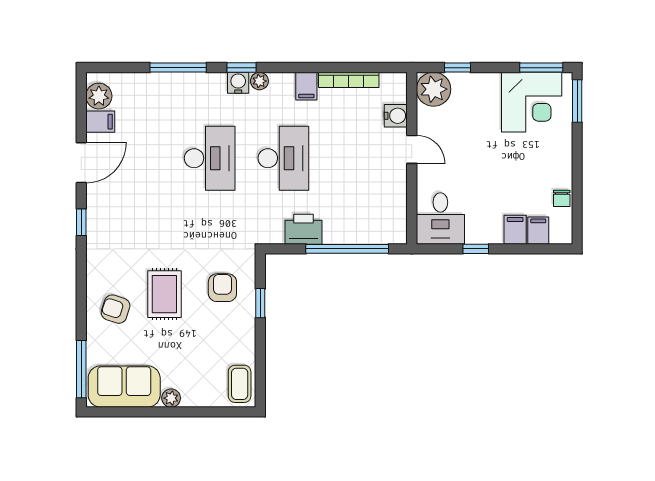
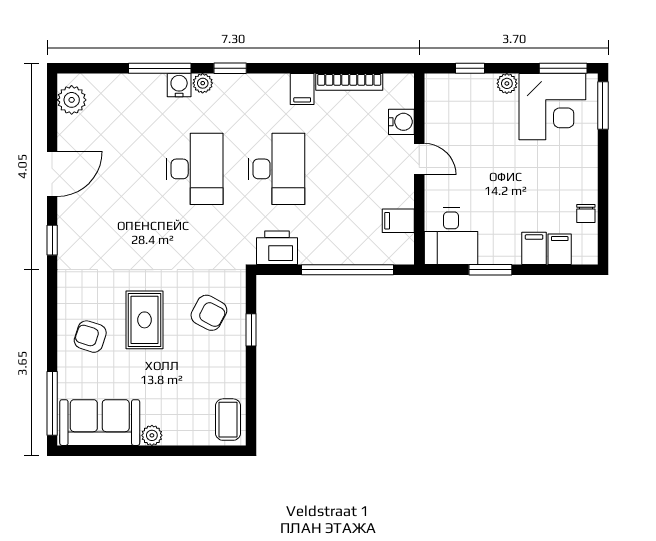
plant: (259, 81) -> (203, 83), moved
water cooler: (238, 83) -> (179, 85), moved
plant: (434, 89) -> (507, 83), moved, width x0.53, depth x0.53
filing cabinet: (100, 122) -> (398, 221), moved, turned 180
printer: (303, 229) -> (277, 248), moved
window: (476, 249) -> (490, 270), width x1.50
armchair: (222, 288) -> (209, 313), turned 118

